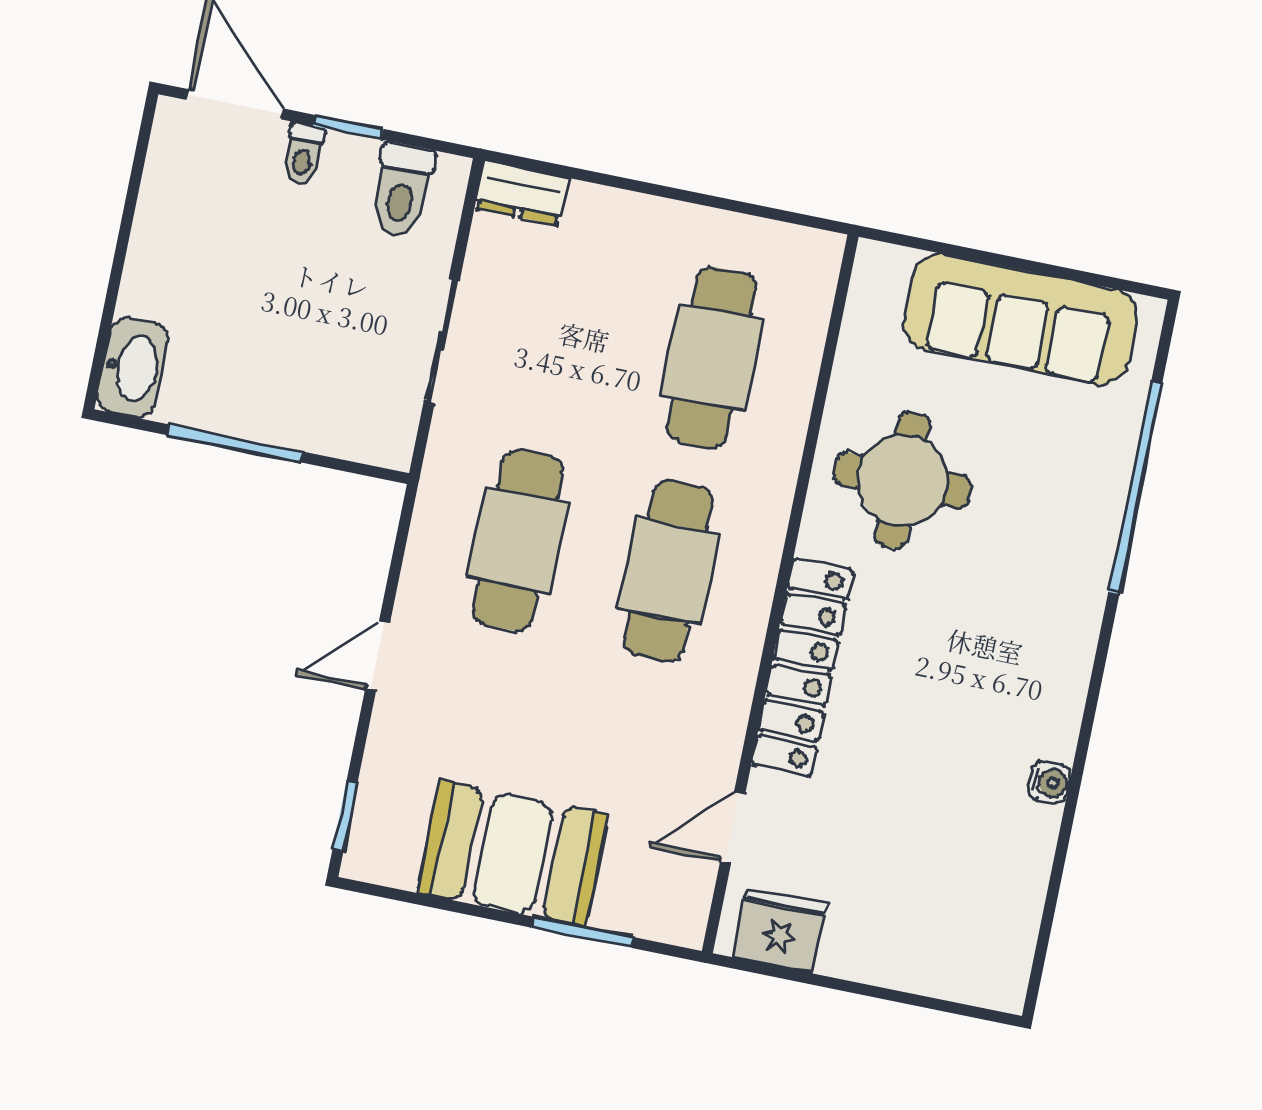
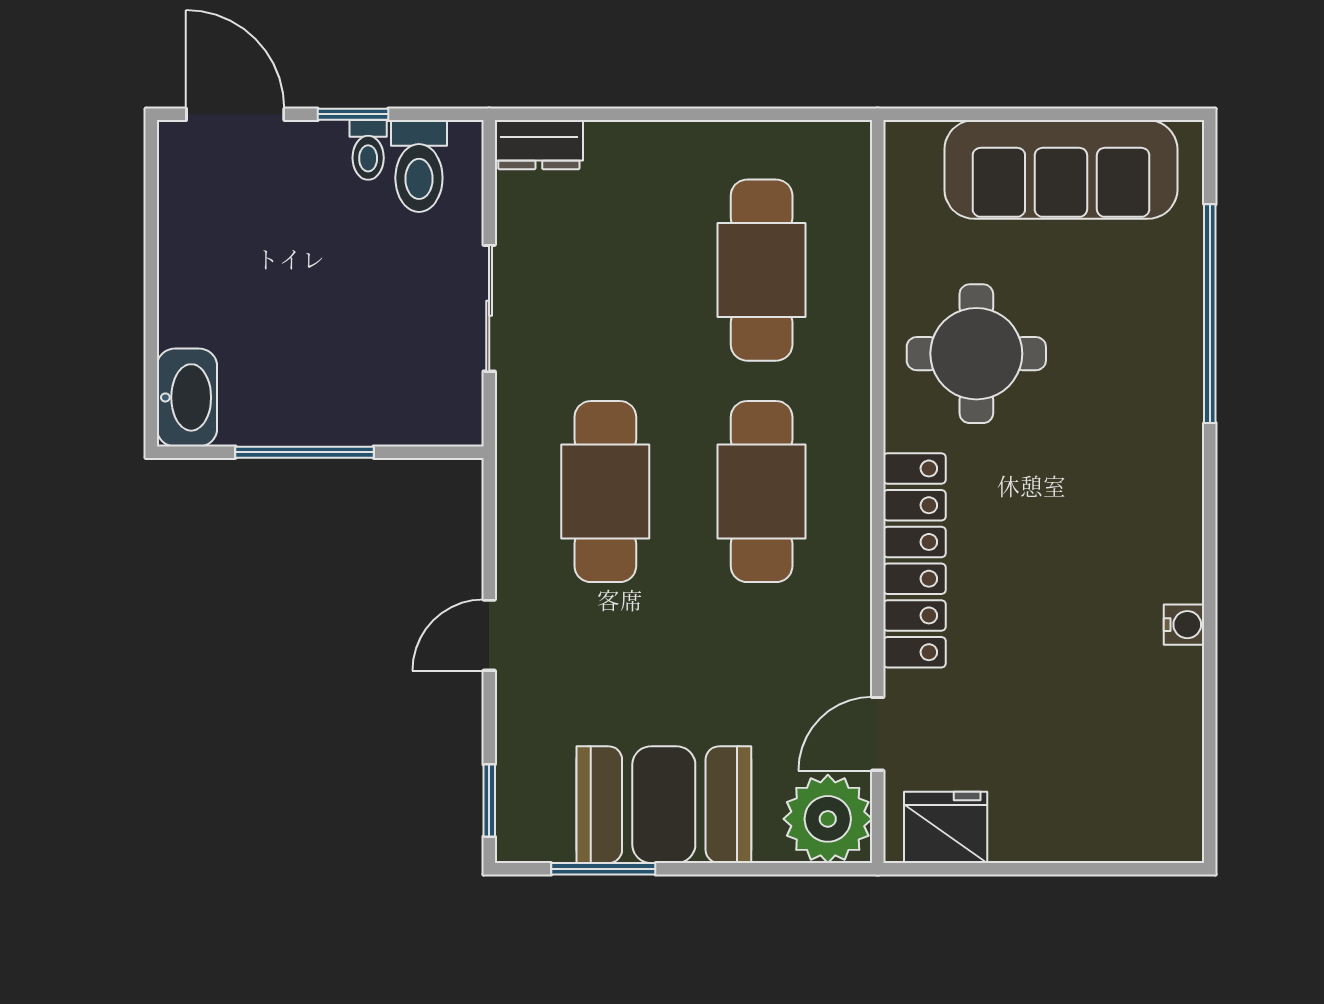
toilet: (303, 154) -> (368, 150), moved
plant: (668, 900) -> (828, 819), added
window: (582, 932) -> (603, 869), moved

